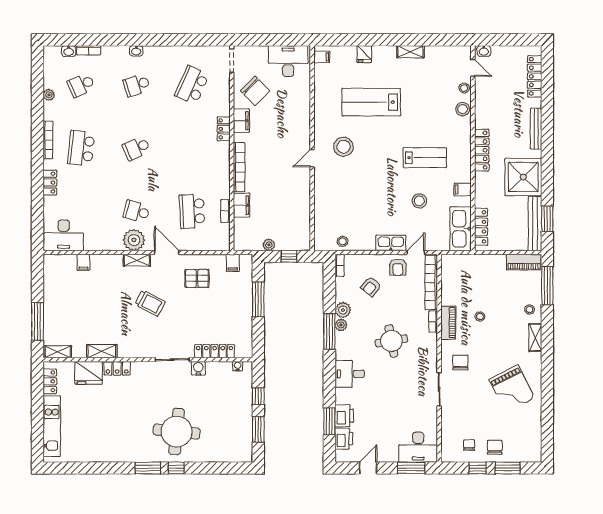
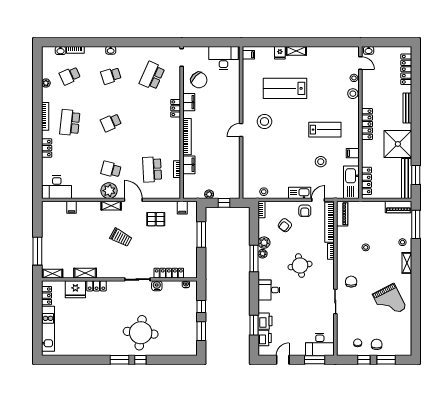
shelving: (410, 52) -> (296, 51), moved
piano: (448, 323) -> (342, 214), moved

